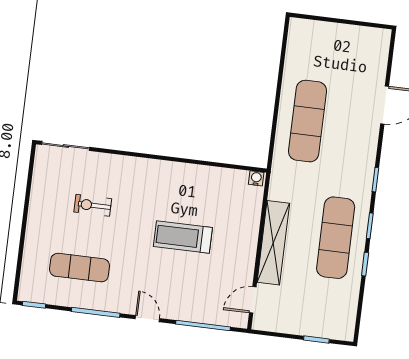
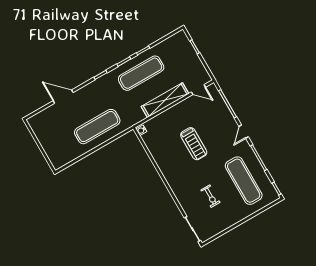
exercise mat: (80, 268) -> (244, 181), width x1.36, depth x1.45

